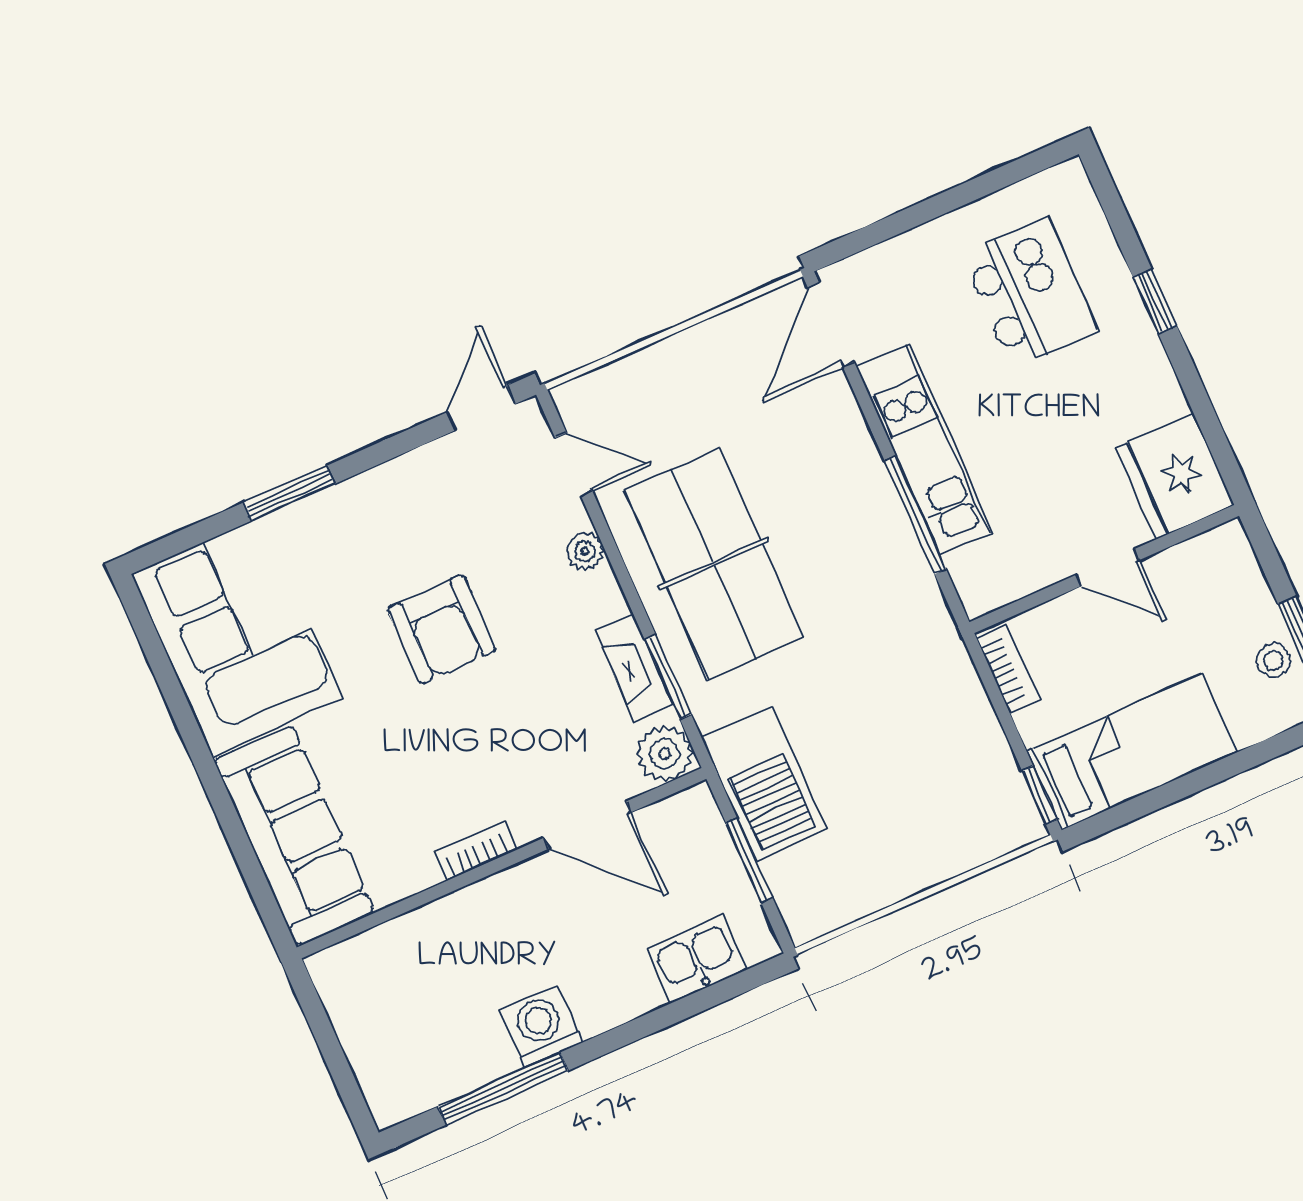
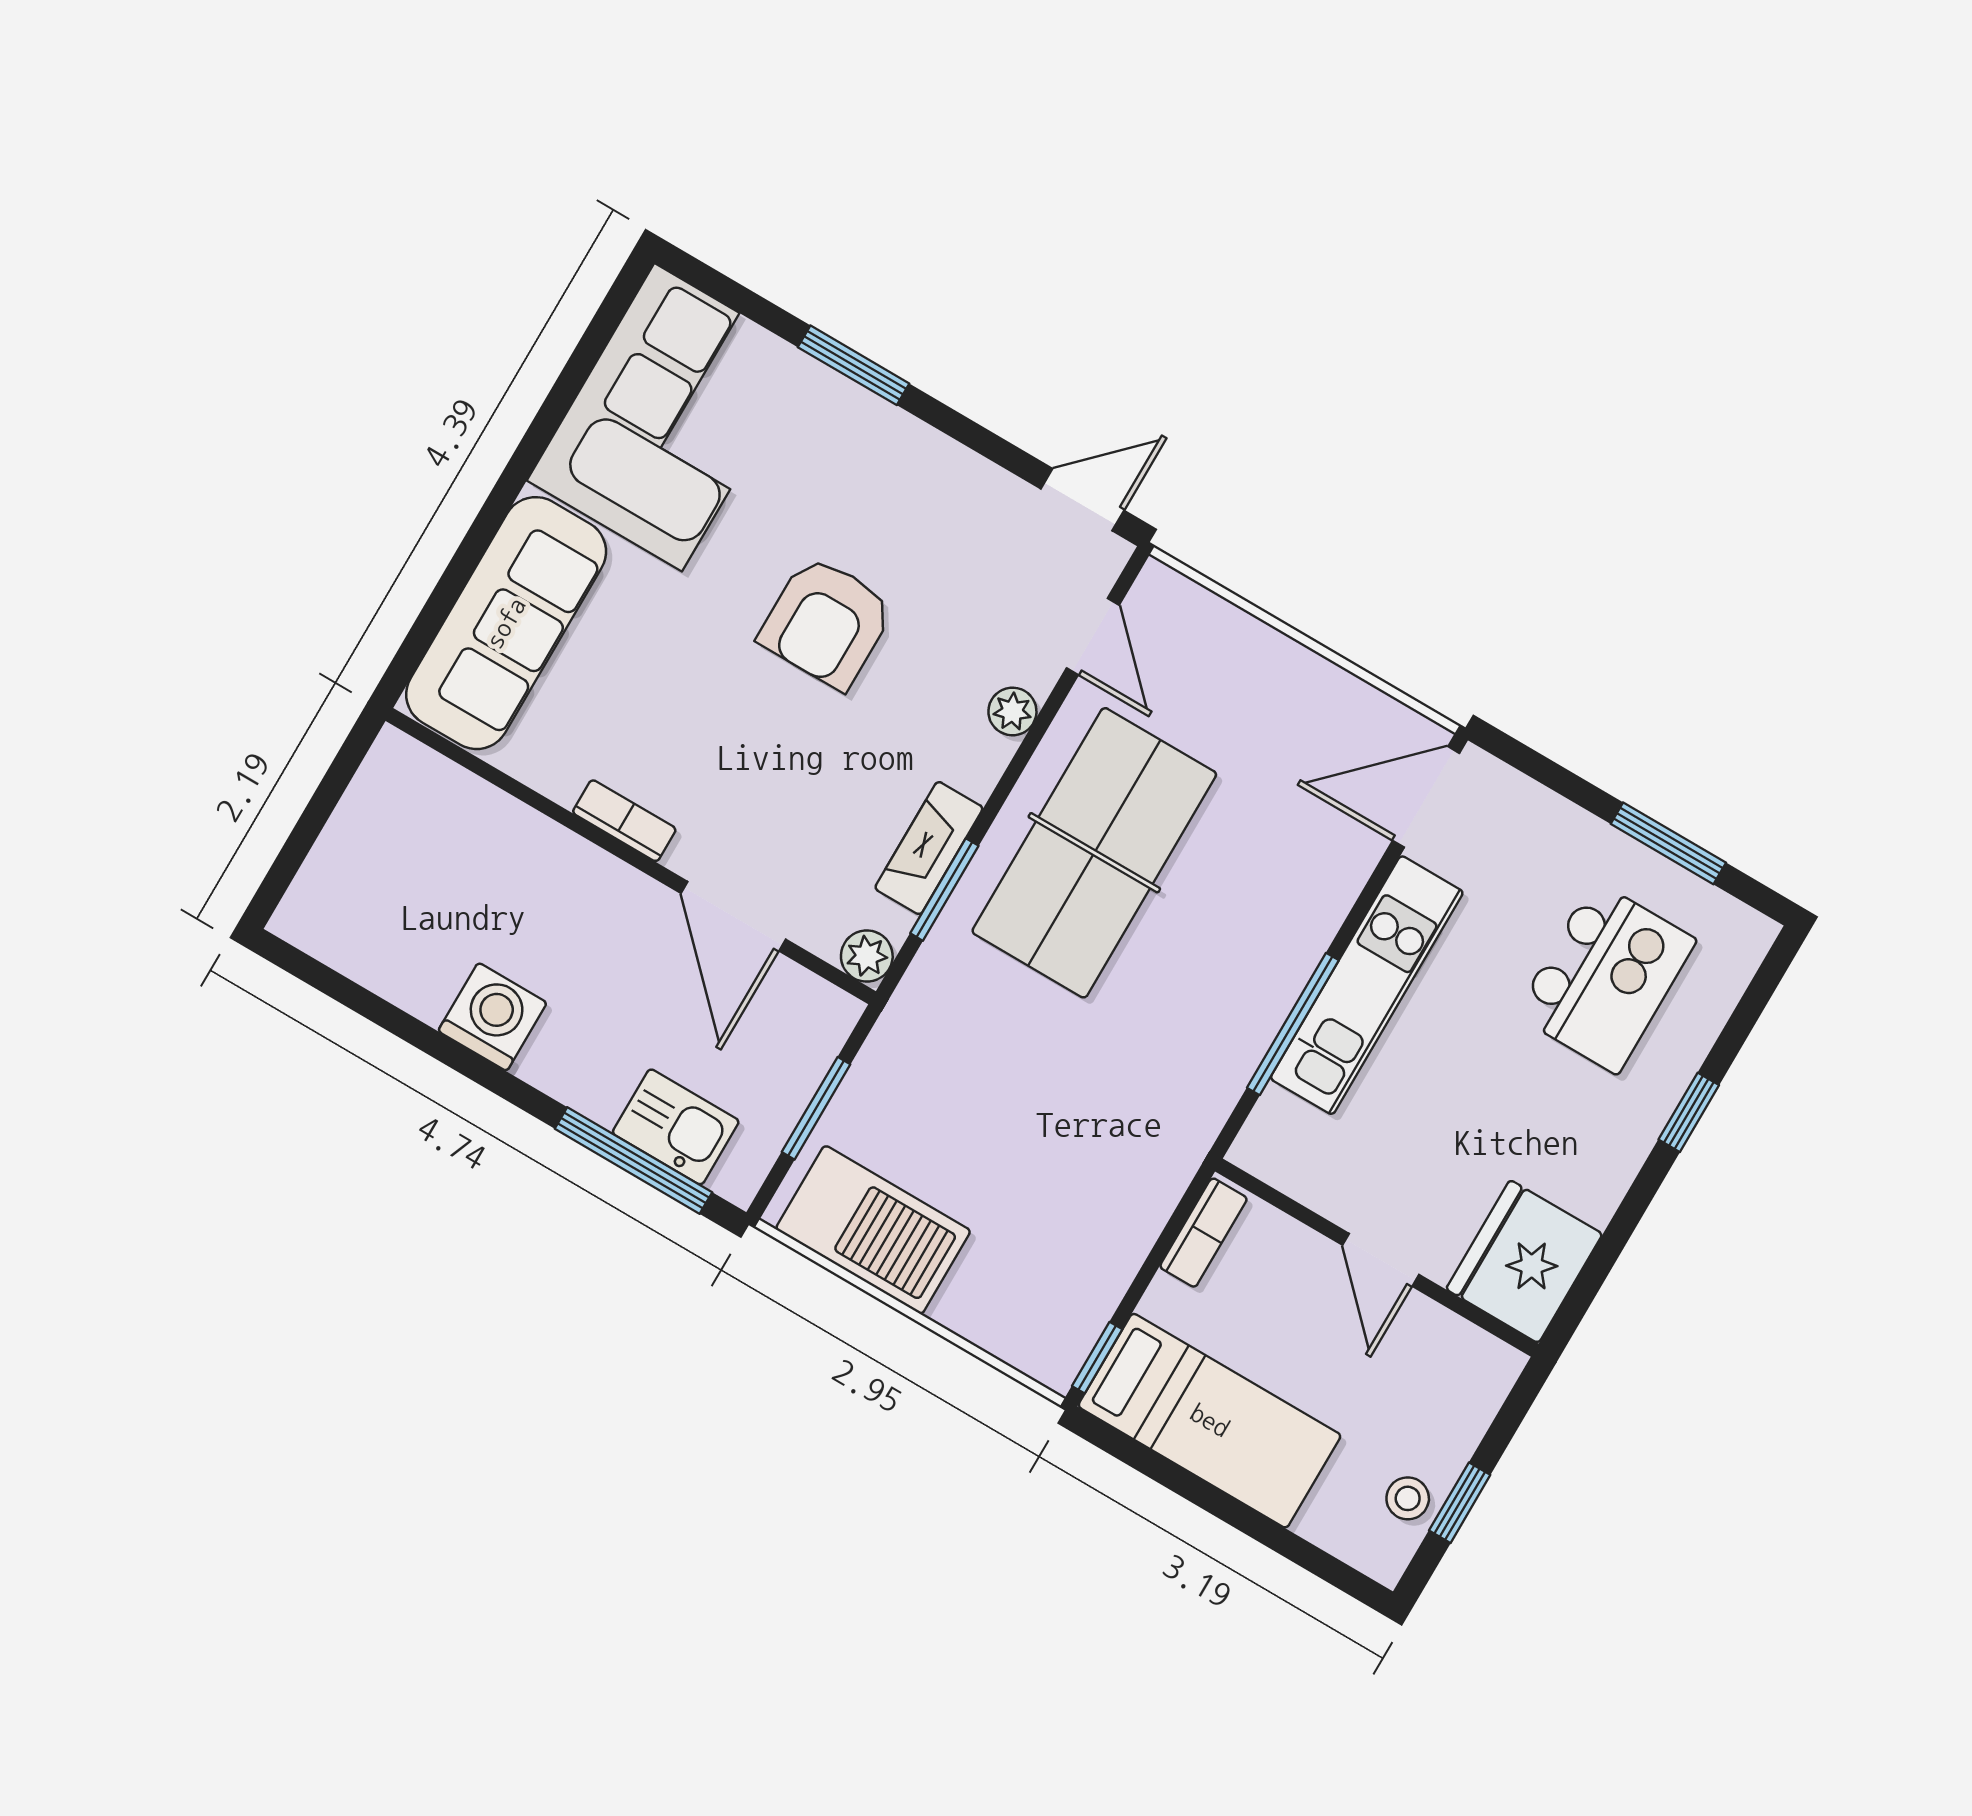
window: (973, 190) -> (1668, 843), added
plant: (665, 754) -> (867, 956), width x0.73, depth x0.73
barbecue: (764, 784) -> (873, 1230), moved, turned -90
window: (503, 1089) -> (633, 1160), moved

